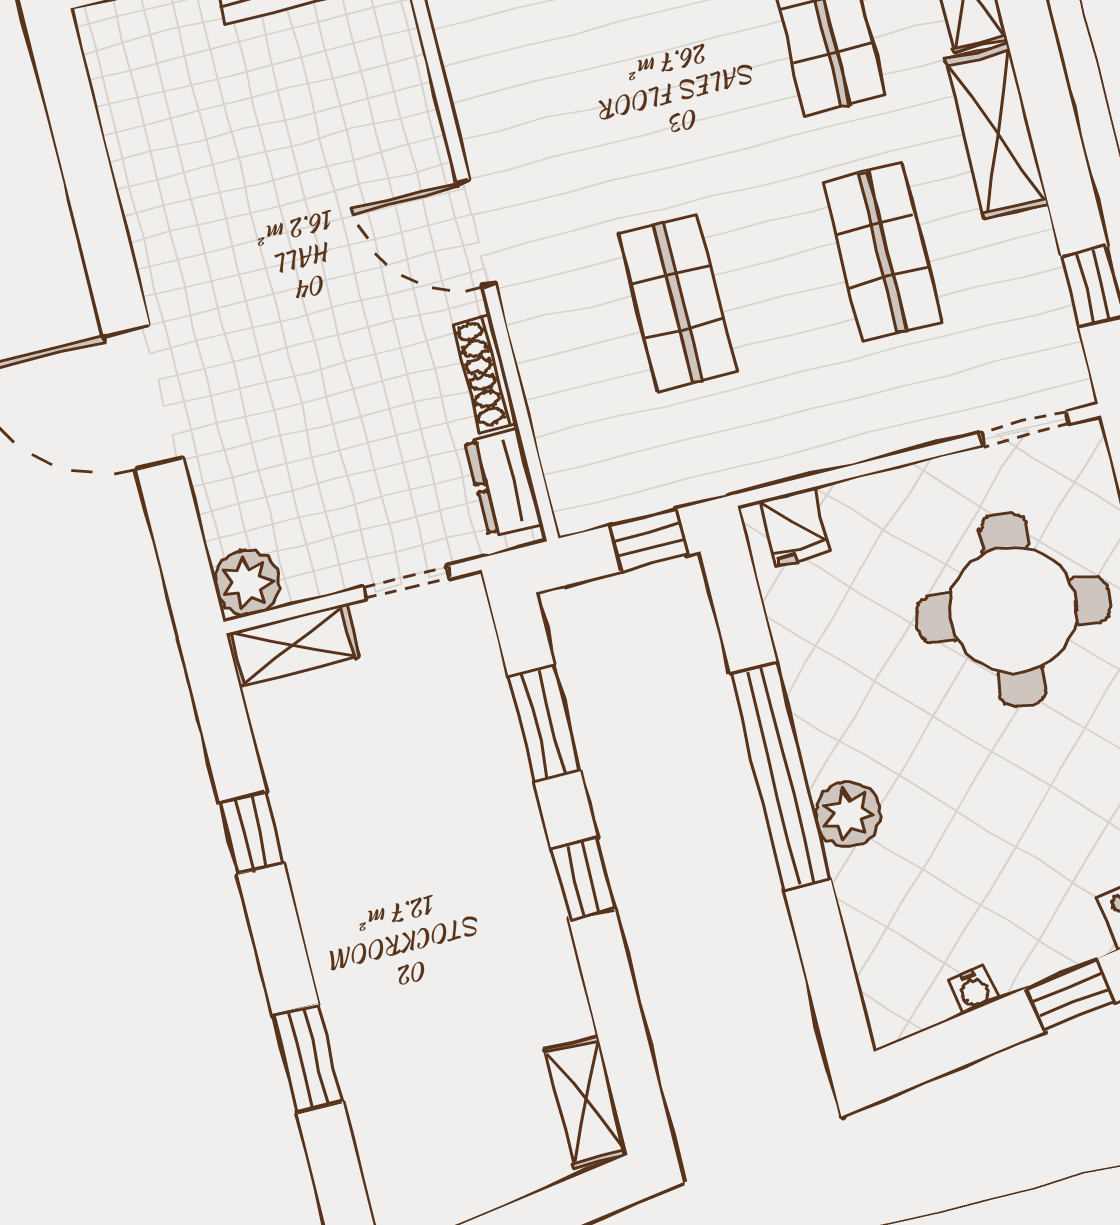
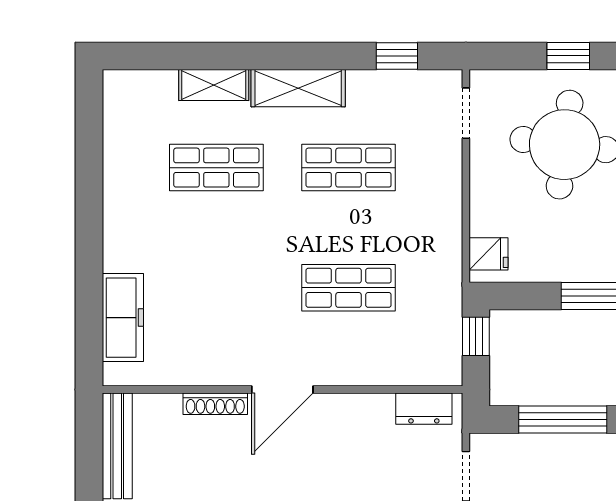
shoe rack: (485, 373) -> (215, 404), moved
window: (544, 723) -> (563, 419), width x1.44

